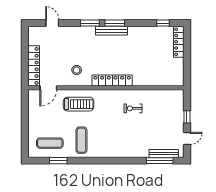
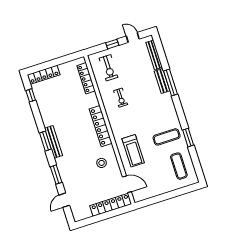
window: (90, 23) -> (56, 175), moved
locker: (162, 81) -> (86, 78), added
treadmill: (79, 104) -> (133, 151), turned 180
exercise bike: (165, 106) -> (108, 68), added
bench: (136, 153) -> (162, 81), added
window: (58, 161) -> (188, 138), moved
window: (160, 161) -> (170, 82), moved

